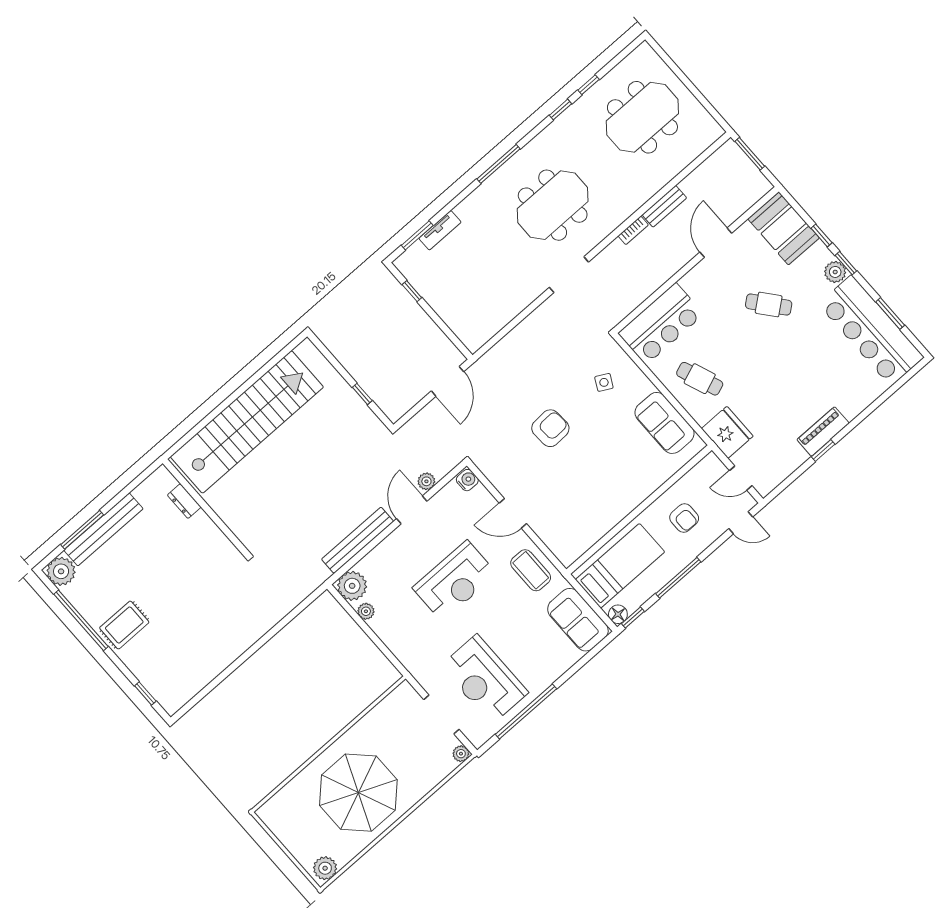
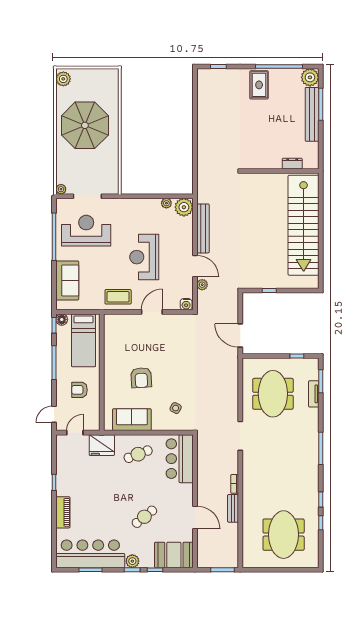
meeting table: (553, 205) -> (273, 394), moved
armchair: (550, 428) -> (141, 378), moved
piano: (823, 431) -> (63, 512), moved
sofa: (578, 620) -> (67, 280), moved, turned 90

